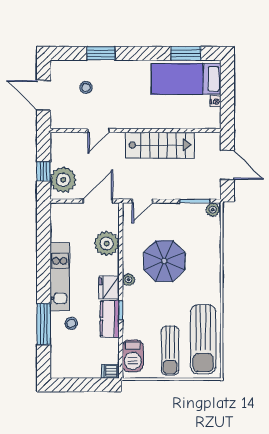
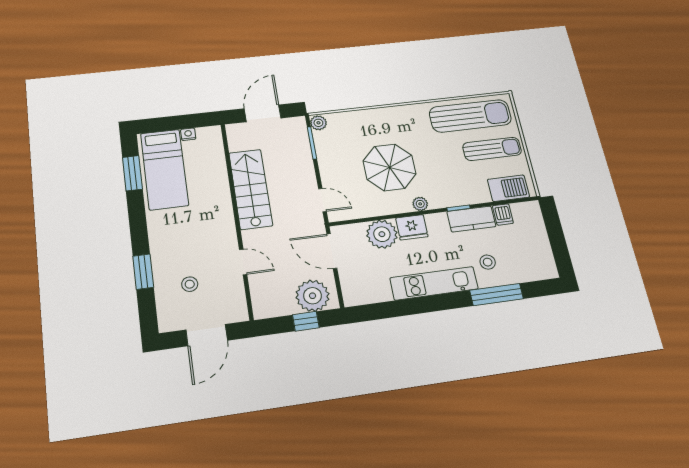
fridge: (109, 287) -> (412, 227), moved
dishwasher: (110, 371) -> (503, 214), moved

